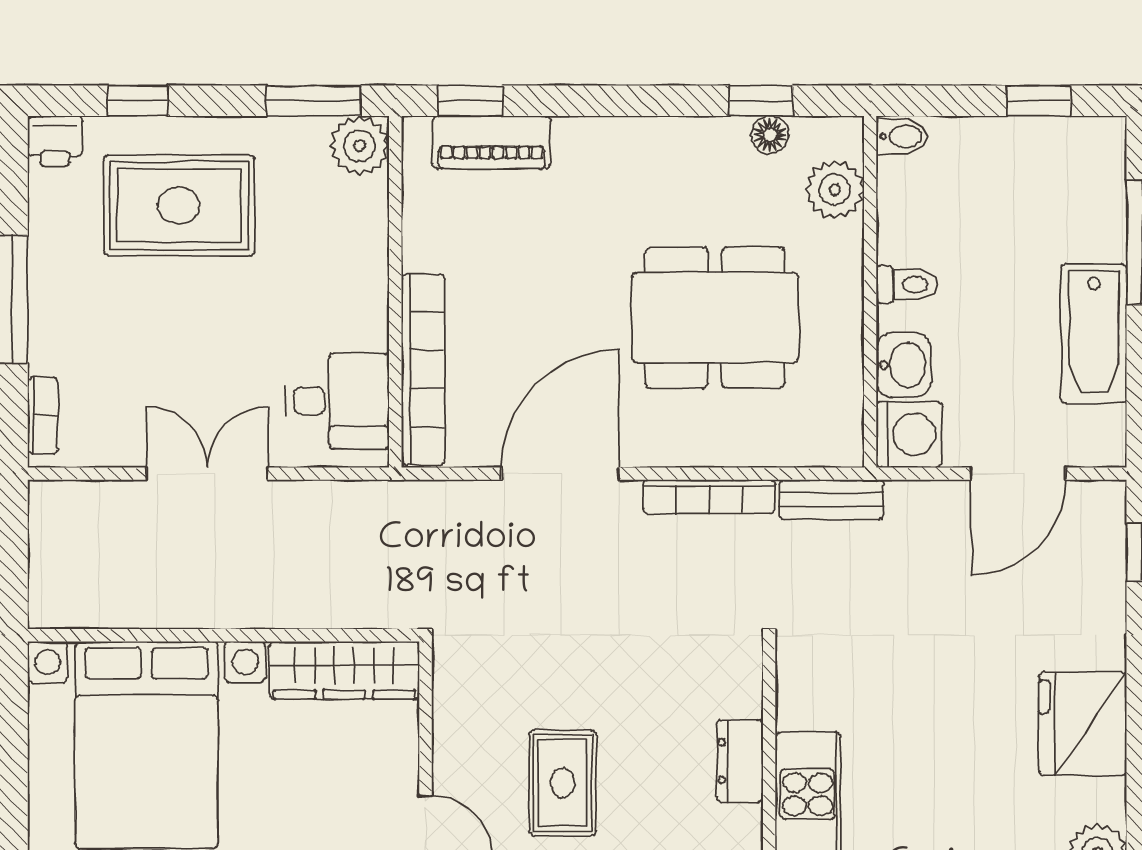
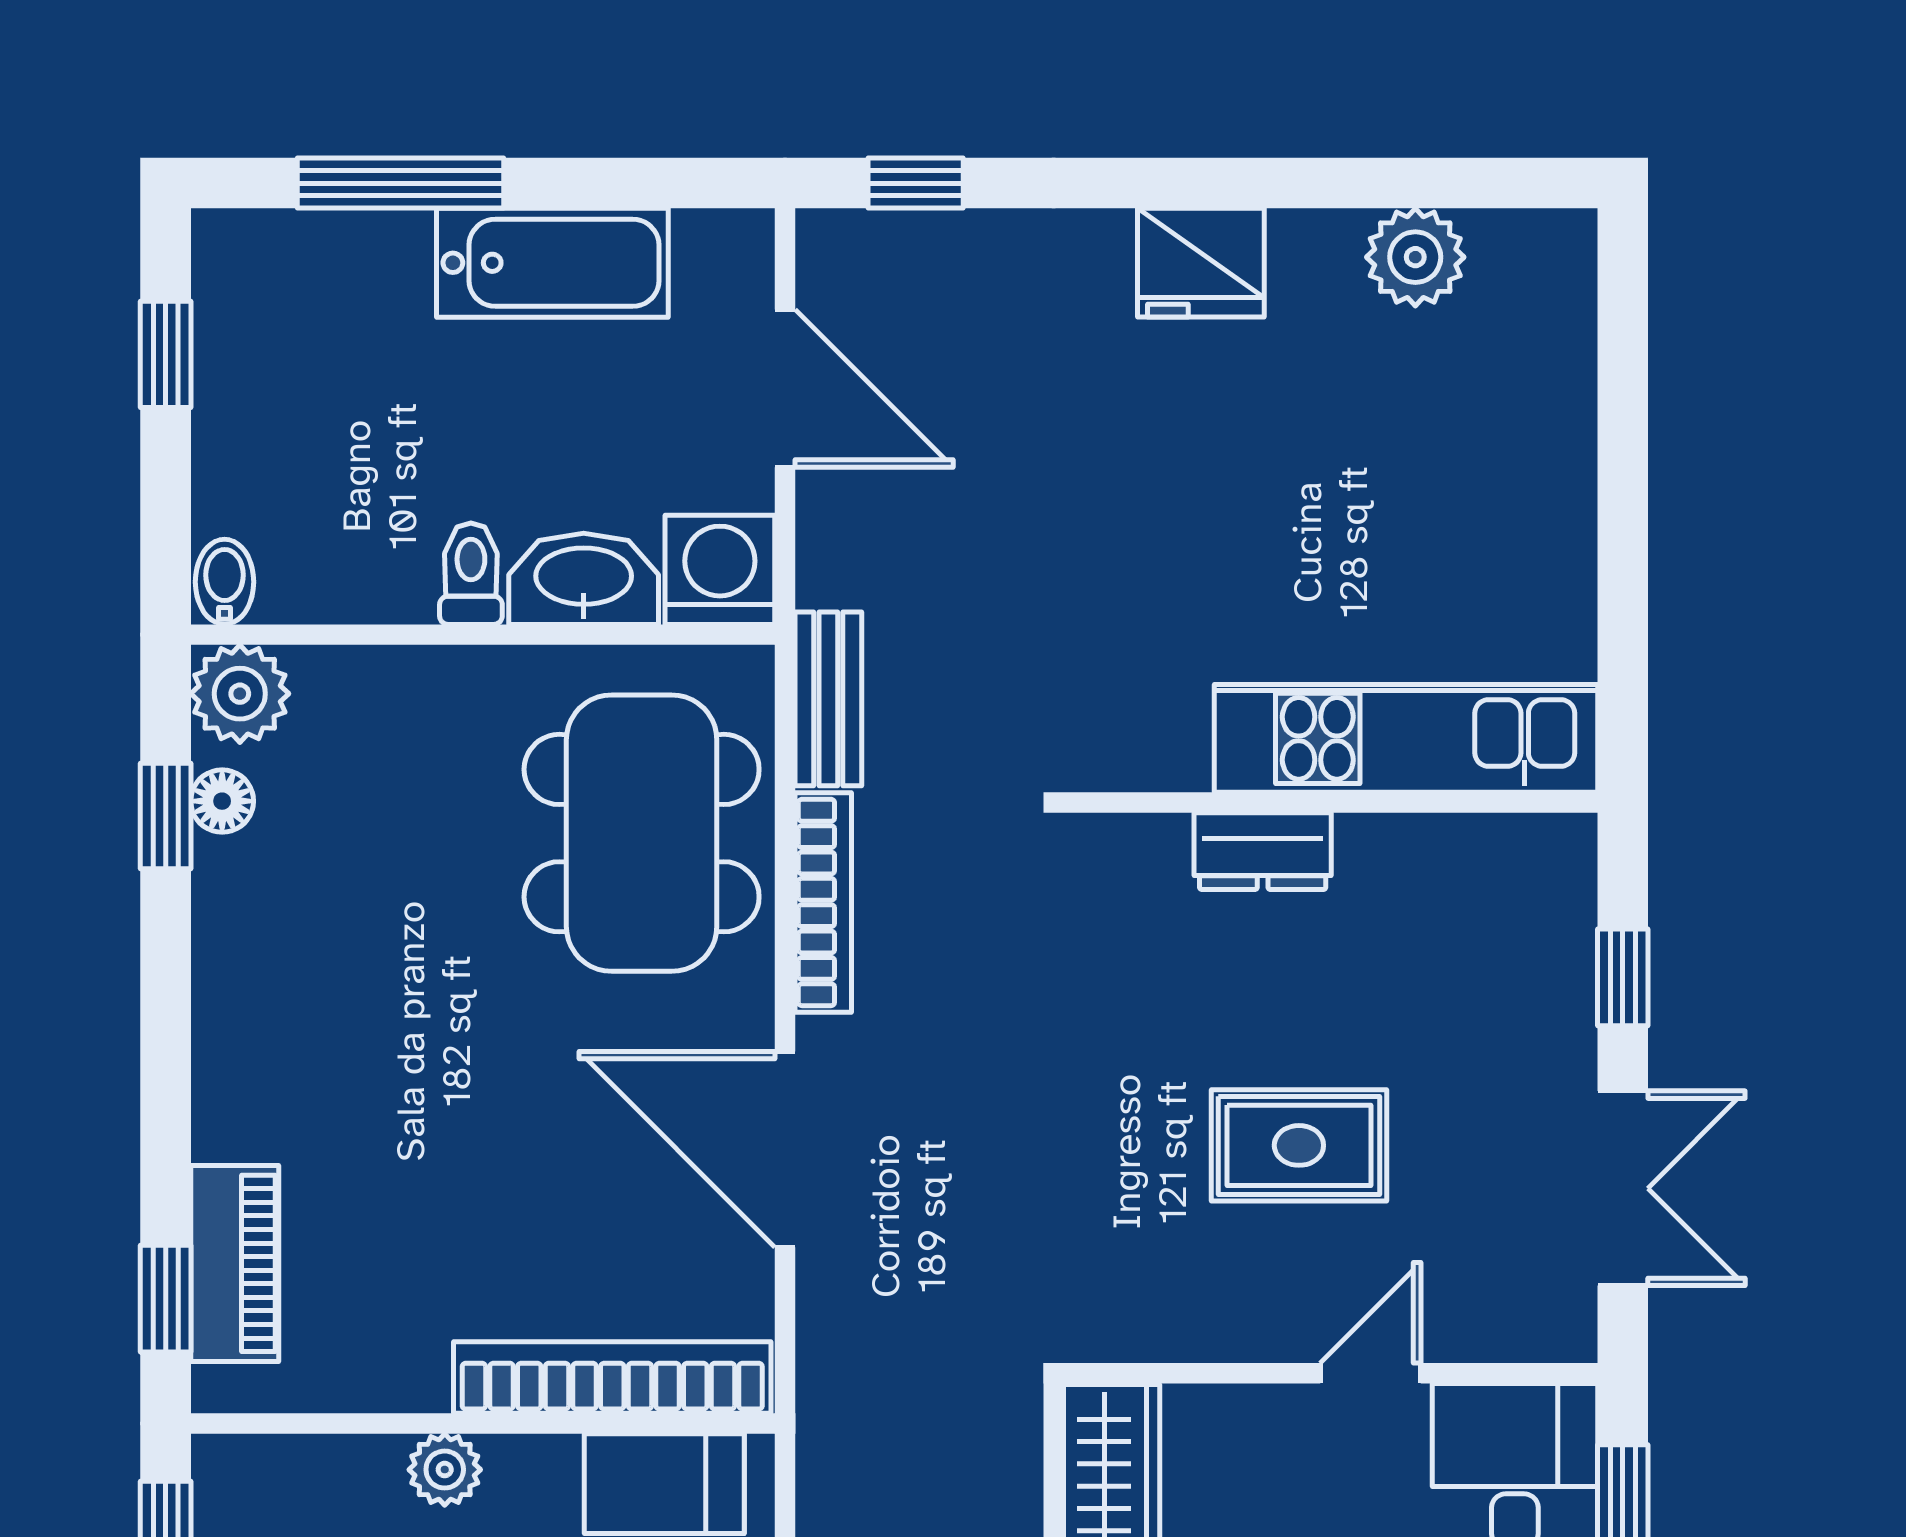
plant: (359, 146) -> (445, 1470), moved, width x0.73, depth x0.73
plant: (835, 190) -> (240, 694), moved
dining table: (715, 318) -> (642, 833), moved
washbasin: (904, 365) -> (584, 579), width x1.38
fridge: (1083, 724) -> (1201, 263), width x0.73, depth x0.75

